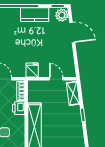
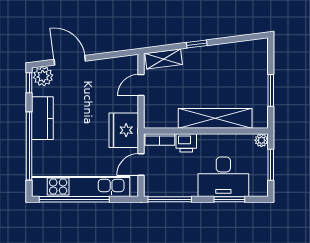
door: (72, 32) -> (70, 60), hinge flipped
fridge: (32, 70) -> (124, 130), width x1.88, depth x1.34

